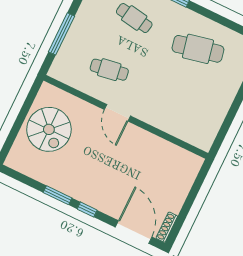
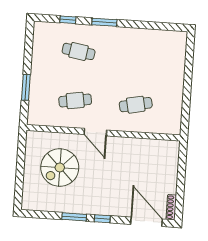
window: (61, 34) -> (26, 87), width x0.69
cafe table: (198, 49) -> (136, 105), moved, width x0.73, depth x0.74
spiral stairs: (49, 129) -> (60, 168), moved, turned 90

